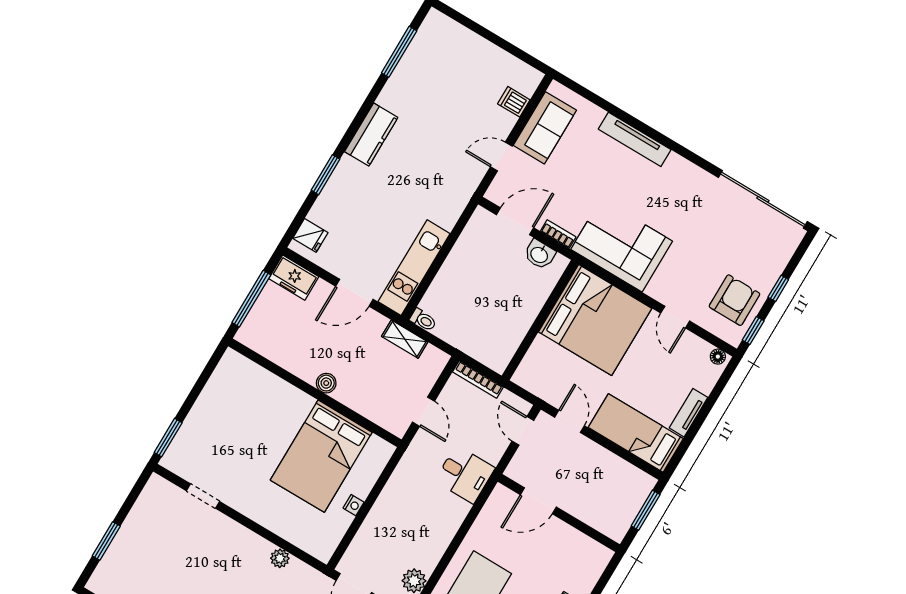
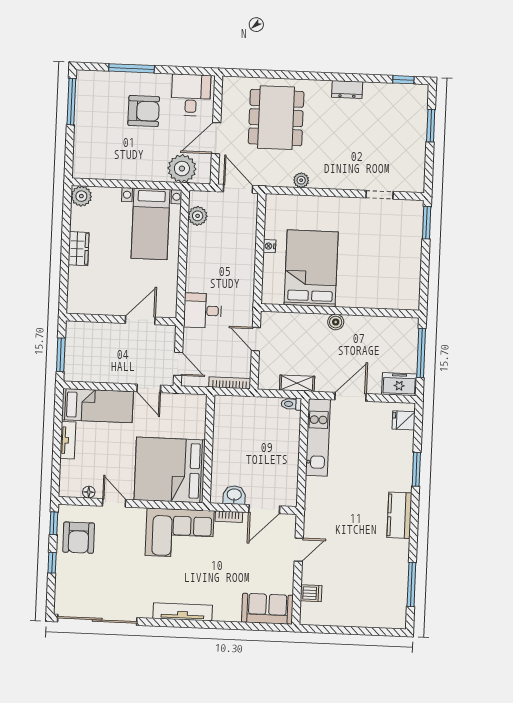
sofa: (545, 128) -> (267, 609), moved, turned 90
tv unit: (635, 139) -> (183, 612), moved
floor lamp: (718, 357) -> (89, 492), moved

